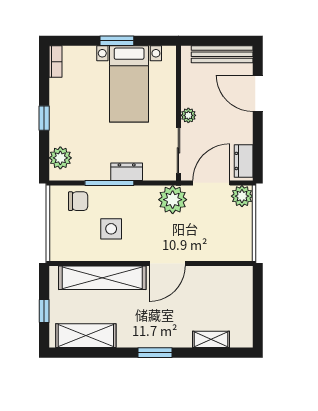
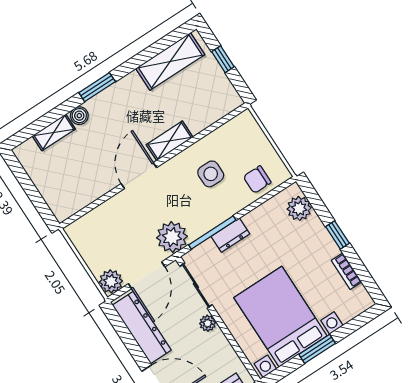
bookcase: (55, 62) -> (346, 271), moved
bed with nightstands: (129, 84) -> (280, 317), width x1.36
dresser: (244, 161) -> (142, 328), width x1.96, depth x1.24
window: (109, 183) -> (212, 232), moved
shelving: (102, 278) -> (170, 141), width x0.45, depth x0.75
boiler: (183, 340) -> (79, 116), added

